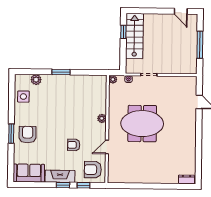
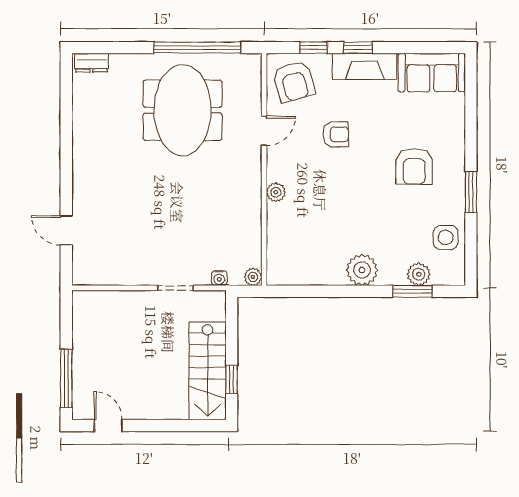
window: (200, 45) -> (66, 378), moved
window: (61, 72) -> (412, 291), moved
plant: (62, 82) -> (362, 270), added
meeting table: (142, 124) -> (183, 110), moved, turned 90
window: (11, 134) -> (471, 192), moved
armchair: (28, 135) -> (414, 166), moved
armchair: (93, 170) -> (294, 82), turned 74
window: (137, 186) -> (197, 48), added

